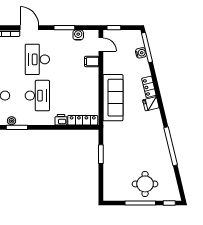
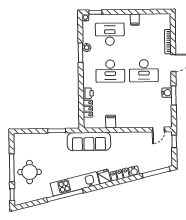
water cooler: (78, 35) -> (167, 93), moved
water cooler: (141, 53) -> (134, 171), moved
desk: (37, 59) -> (144, 71), turned 180
filing cabinet: (92, 62) -> (111, 122), moved
sofa: (113, 98) -> (89, 142), moved
locker: (83, 120) -> (88, 109), width x0.66
kitchen unit: (158, 135) -> (75, 184), added

